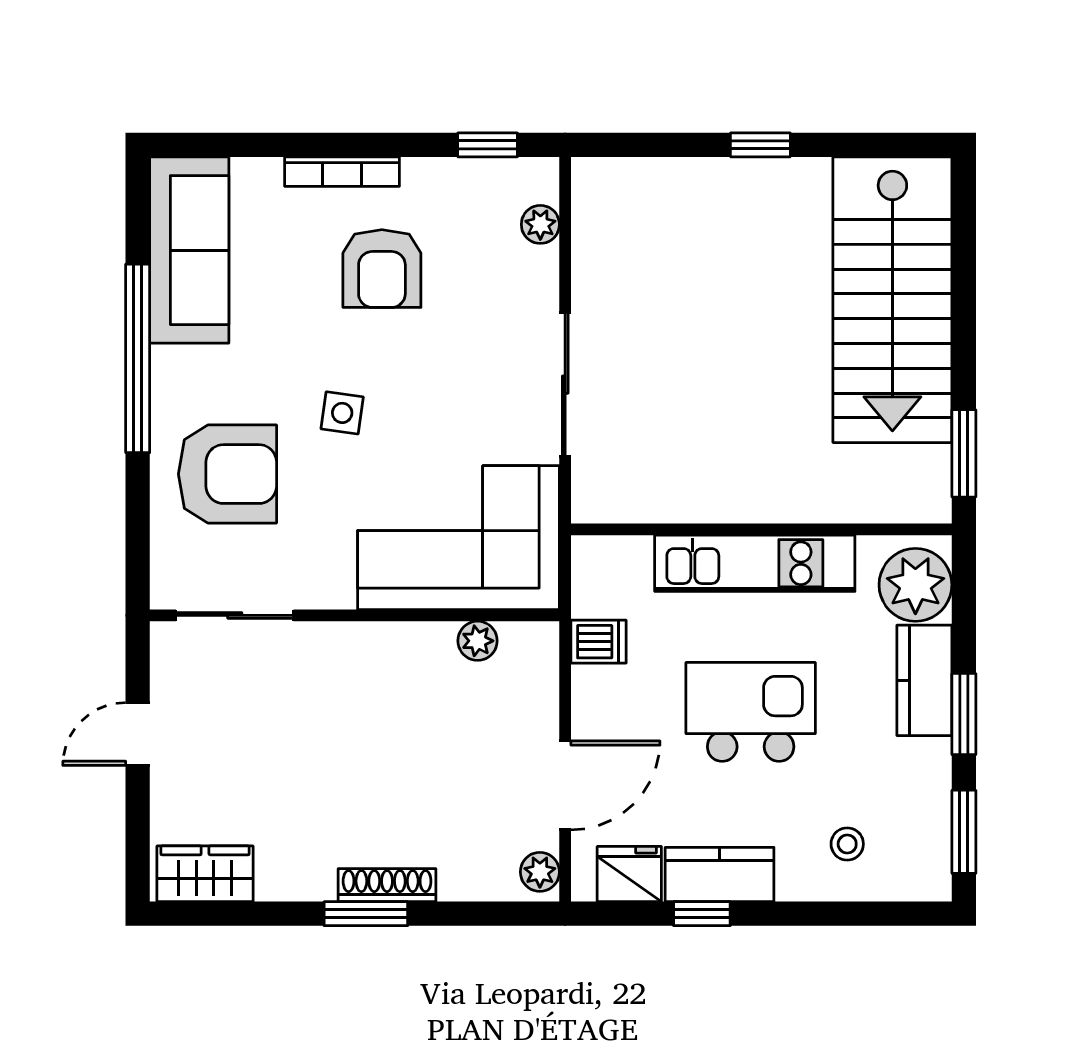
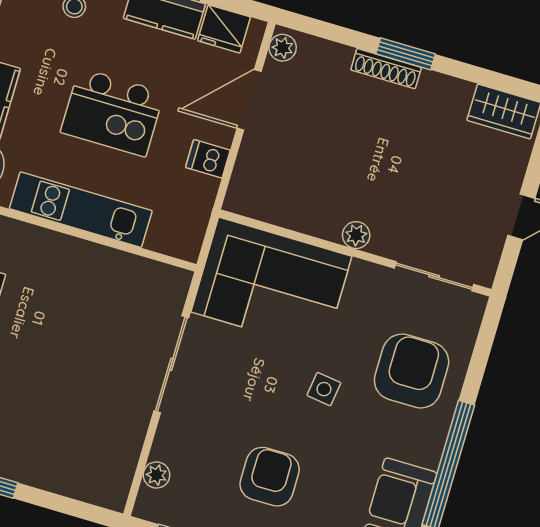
armchair: (227, 474) -> (412, 371), turned 90
plant: (478, 641) -> (356, 235), moved
dishwasher: (599, 642) -> (208, 159), moved

